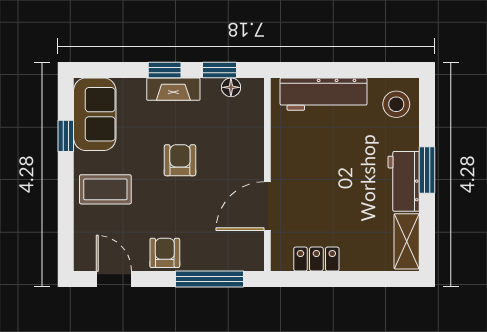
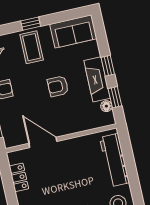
fireplace: (173, 89) -> (97, 79), width x1.37, depth x1.32
window: (66, 136) -> (31, 24), moved
armchair: (180, 160) -> (58, 86), turned 180

